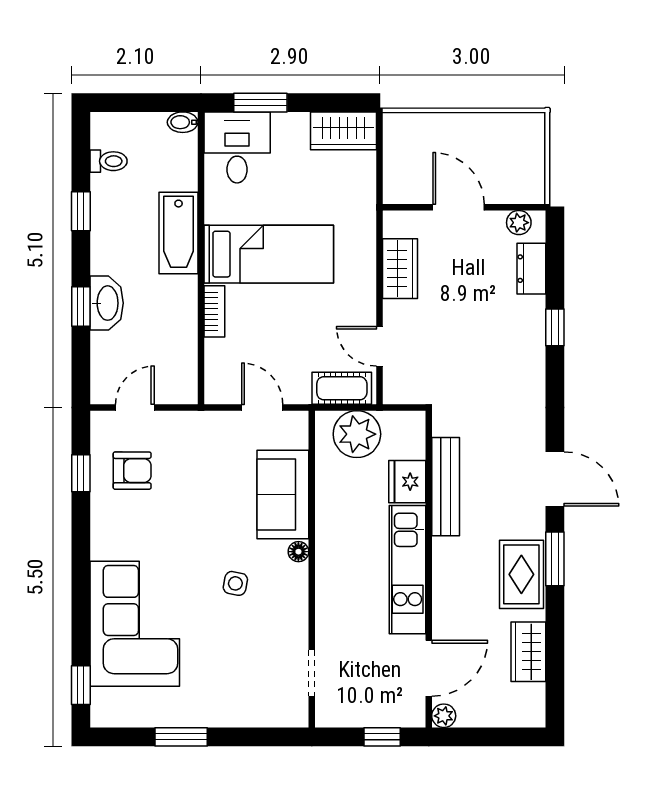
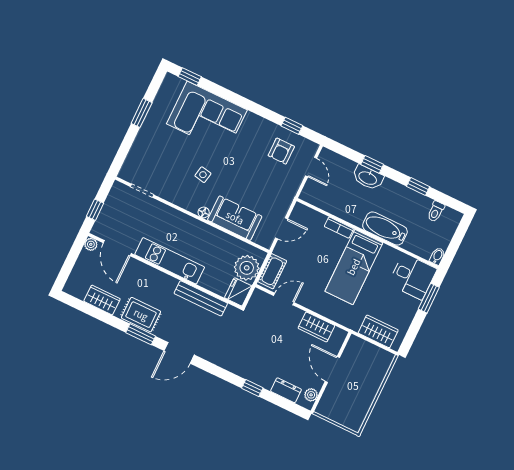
wardrobe: (344, 131) -> (378, 331), moved, turned 90
door: (459, 207) -> (332, 369), swing flipped
fridge: (407, 482) -> (238, 292), moved, turned -90

